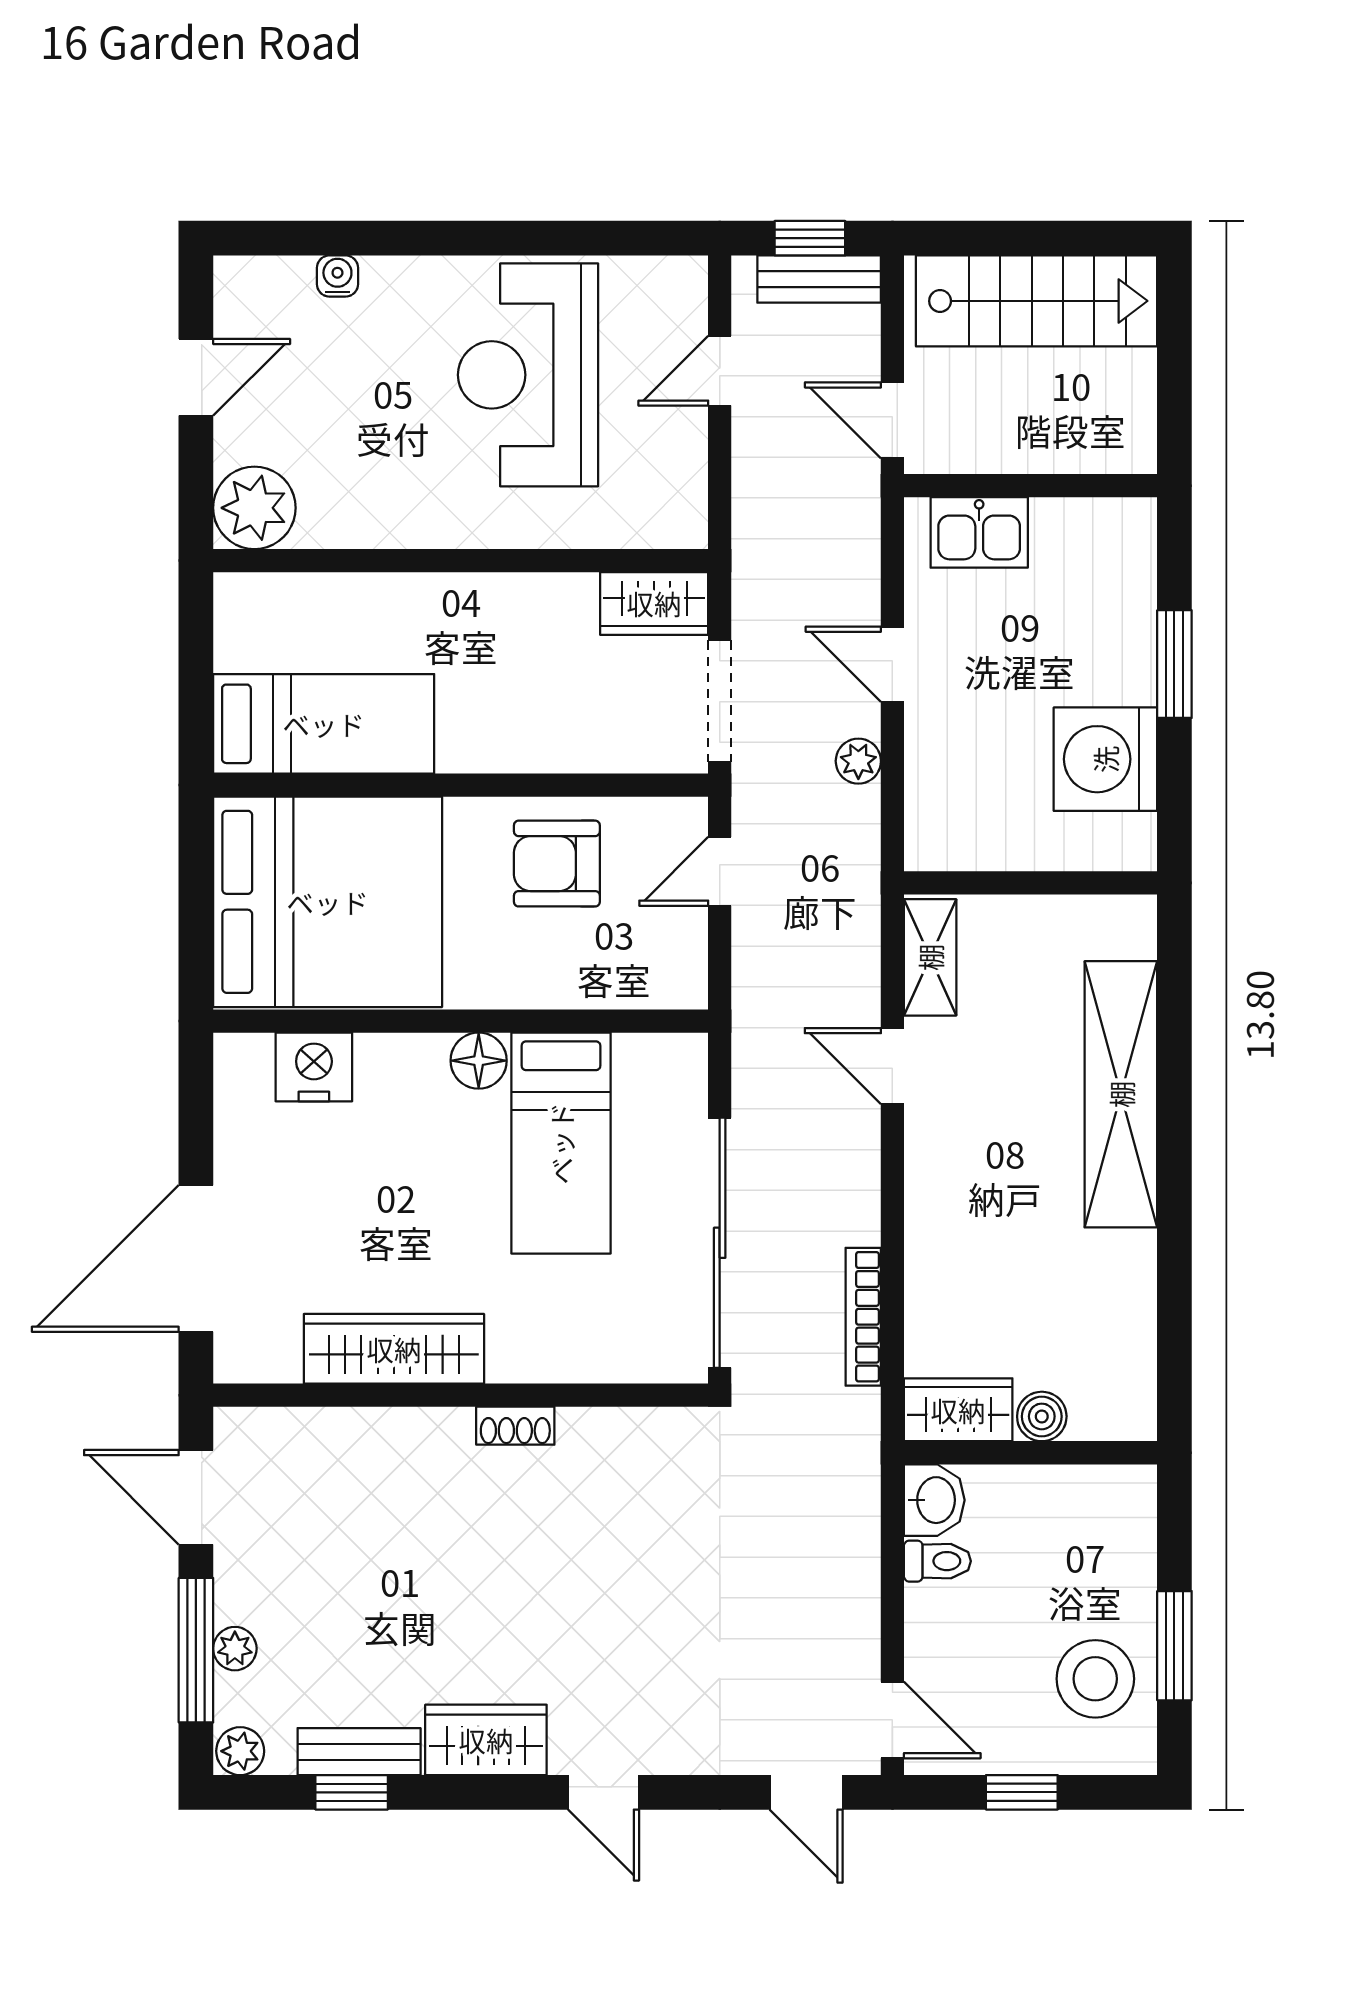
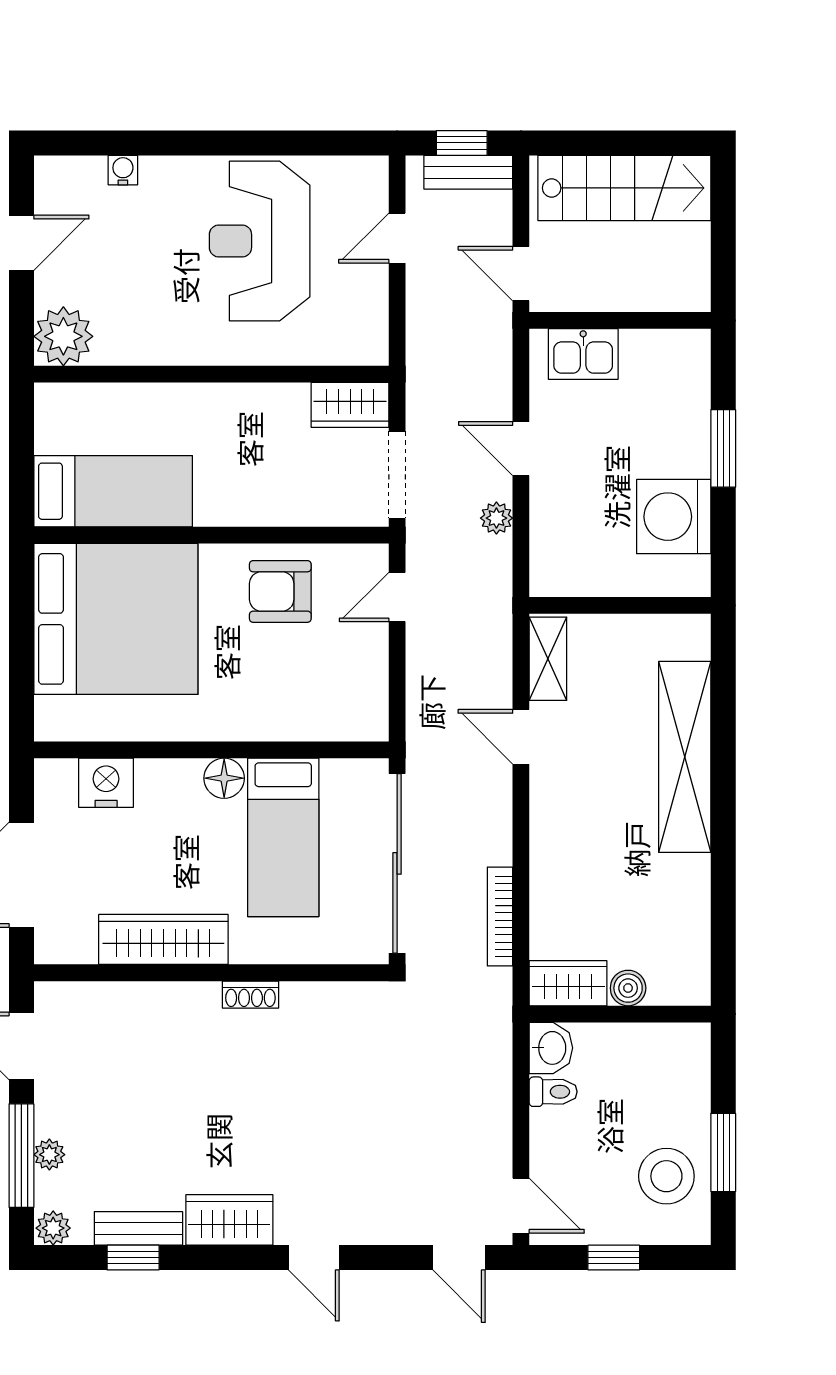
wall: (461, 1021) -> (211, 750), moved
floor lamp: (479, 1061) -> (224, 778), moved
nightstand: (314, 1067) -> (106, 783), moved
bed: (561, 1143) -> (283, 837), moved

